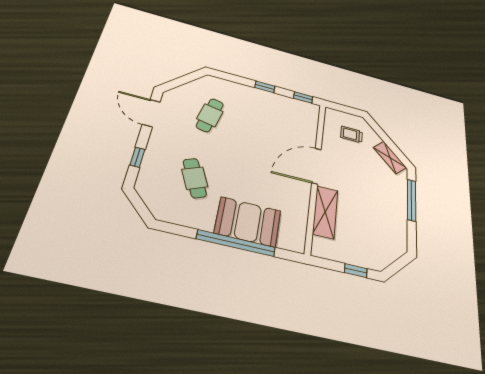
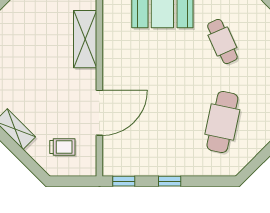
cafe table: (210, 115) -> (222, 122), width x1.37, depth x1.35
door: (317, 166) -> (99, 113), moved

